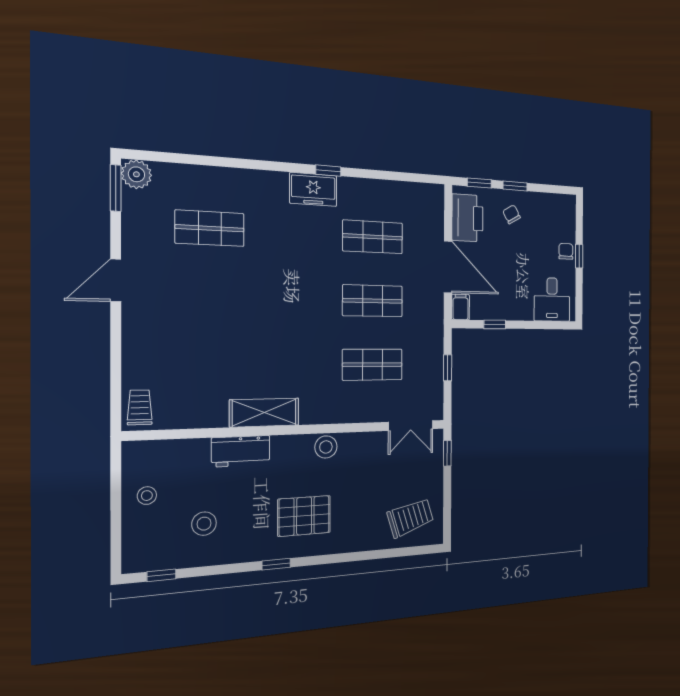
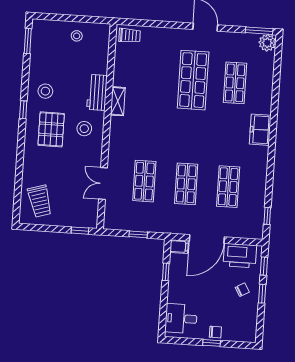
window: (328, 171) -> (267, 216), moved
freezer: (313, 189) -> (260, 130), moved
shop shelf: (210, 297) -> (193, 80), added
shelving: (264, 413) -> (118, 101), width x0.67, depth x0.75
double door: (411, 426) -> (103, 184), moved
stool: (326, 447) -> (84, 129), moved
stool: (204, 524) -> (45, 91), moved
window: (161, 575) -> (28, 41), width x1.50

